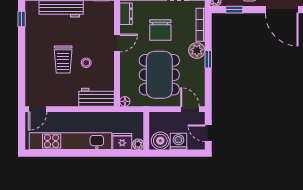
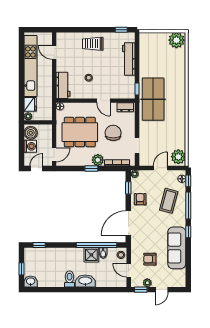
chair: (160, 30) -> (113, 133), turned 90
trolley: (63, 59) -> (93, 44), moved
door: (38, 109) -> (54, 52), moved

